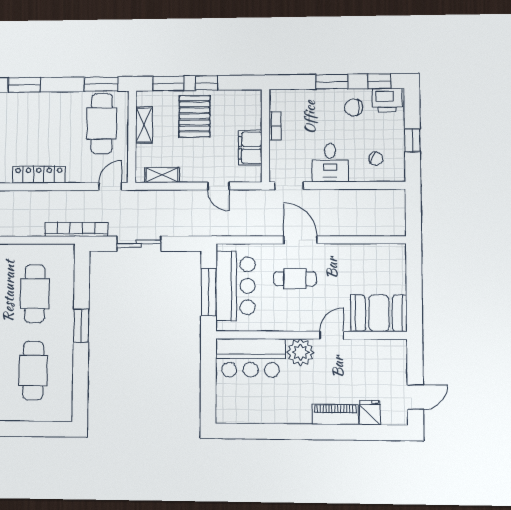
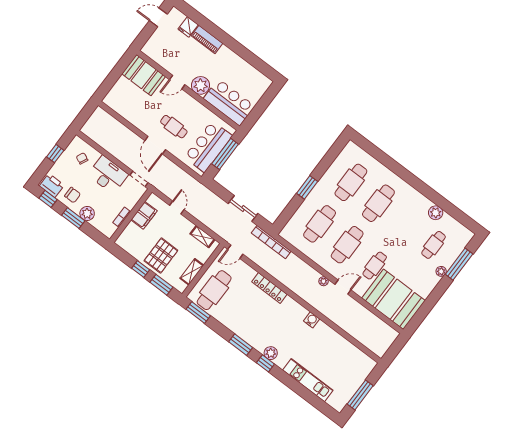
plant: (320, 99) -> (87, 213), added
desk: (330, 163) -> (108, 175), width x1.37

